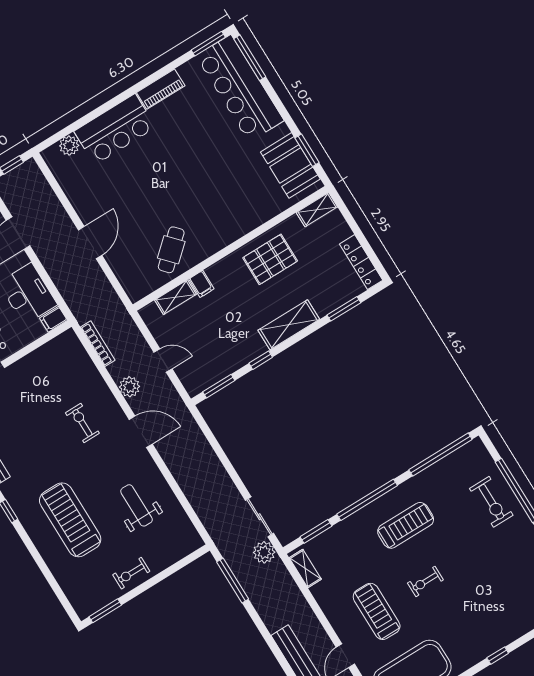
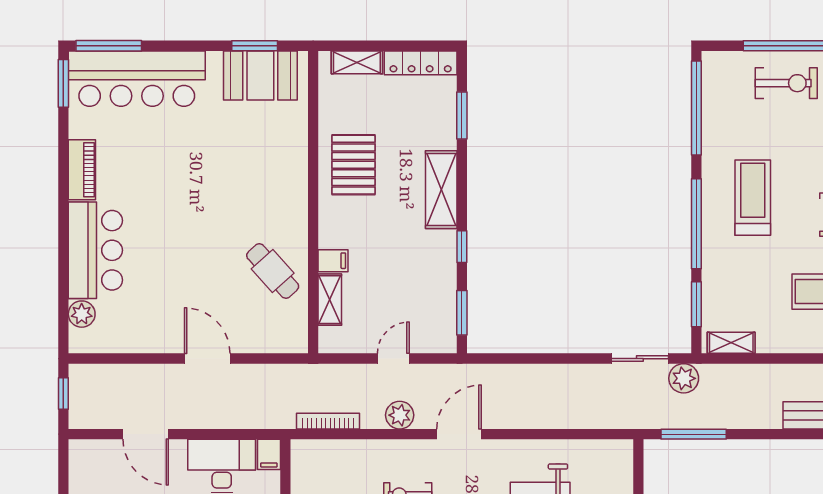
shelving: (317, 210) -> (357, 62), moved, turned 90

